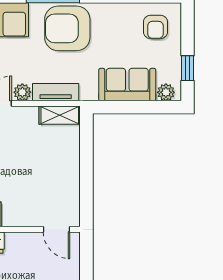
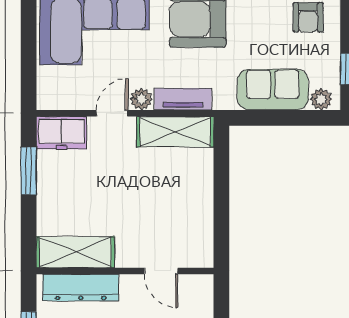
shelving: (60, 115) -> (175, 132), width x1.50, depth x1.33
door: (57, 229) -> (161, 271), moved

